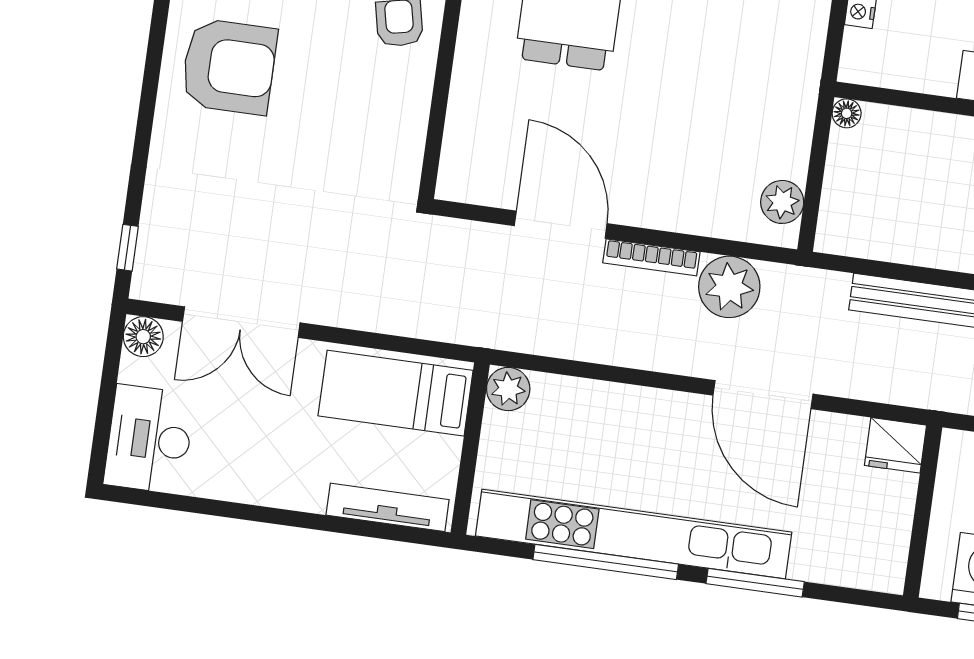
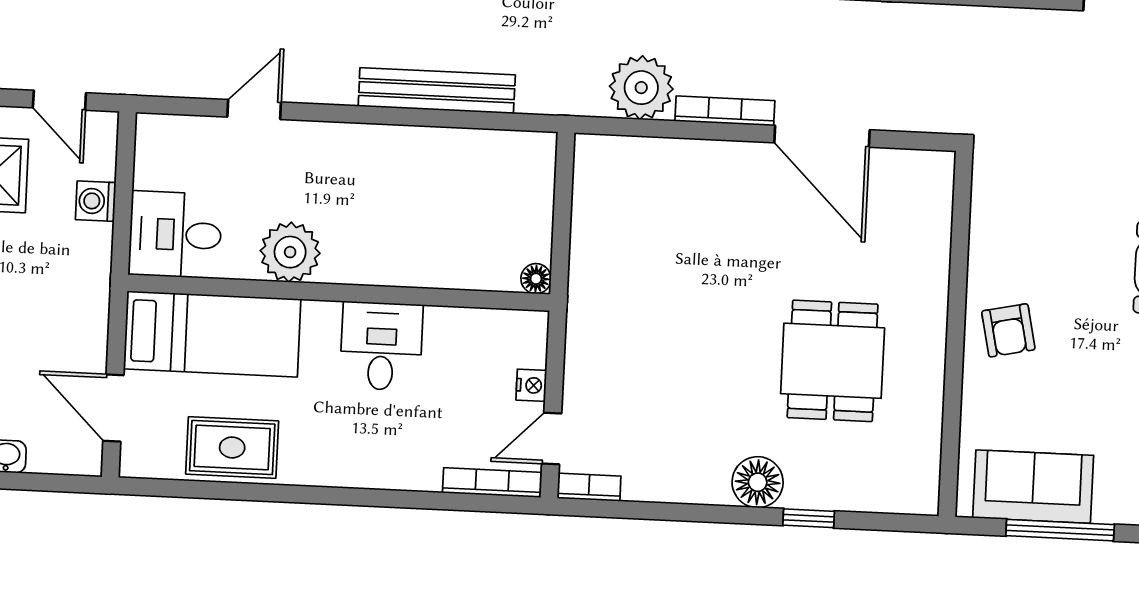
plant: (782, 202) -> (594, 181), removed

